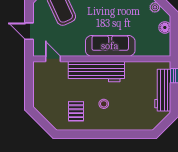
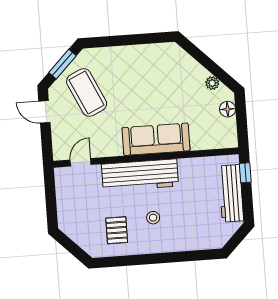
door: (29, 31) -> (44, 112), moved
door: (53, 59) -> (81, 162), hinge flipped

